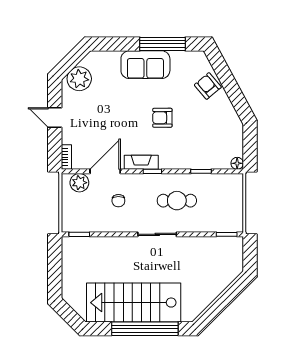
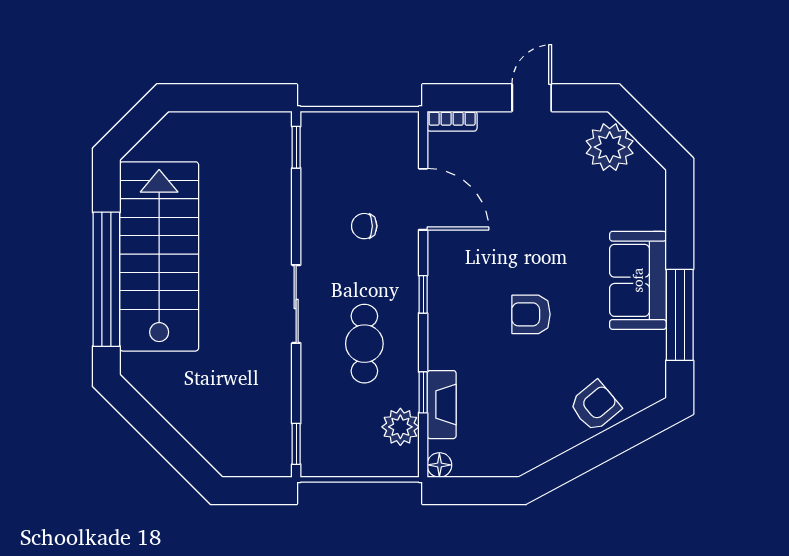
armchair: (162, 118) -> (531, 314), turned -90
fireplace: (141, 162) -> (442, 405), moved
plant: (79, 183) -> (400, 427), moved

